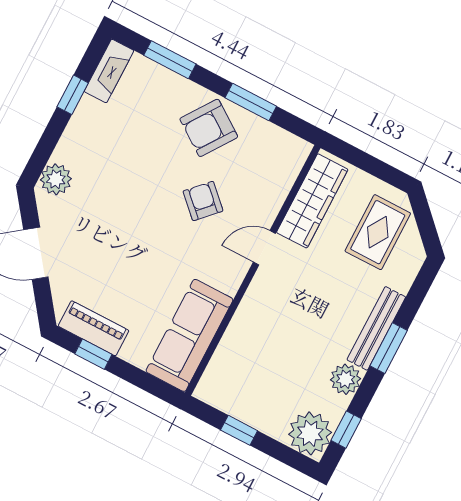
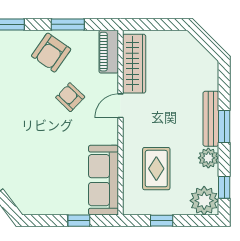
rug: (378, 232) -> (156, 169), moved
piano: (94, 328) -> (109, 52), moved, turned -90
window: (93, 354) -> (79, 221), moved

